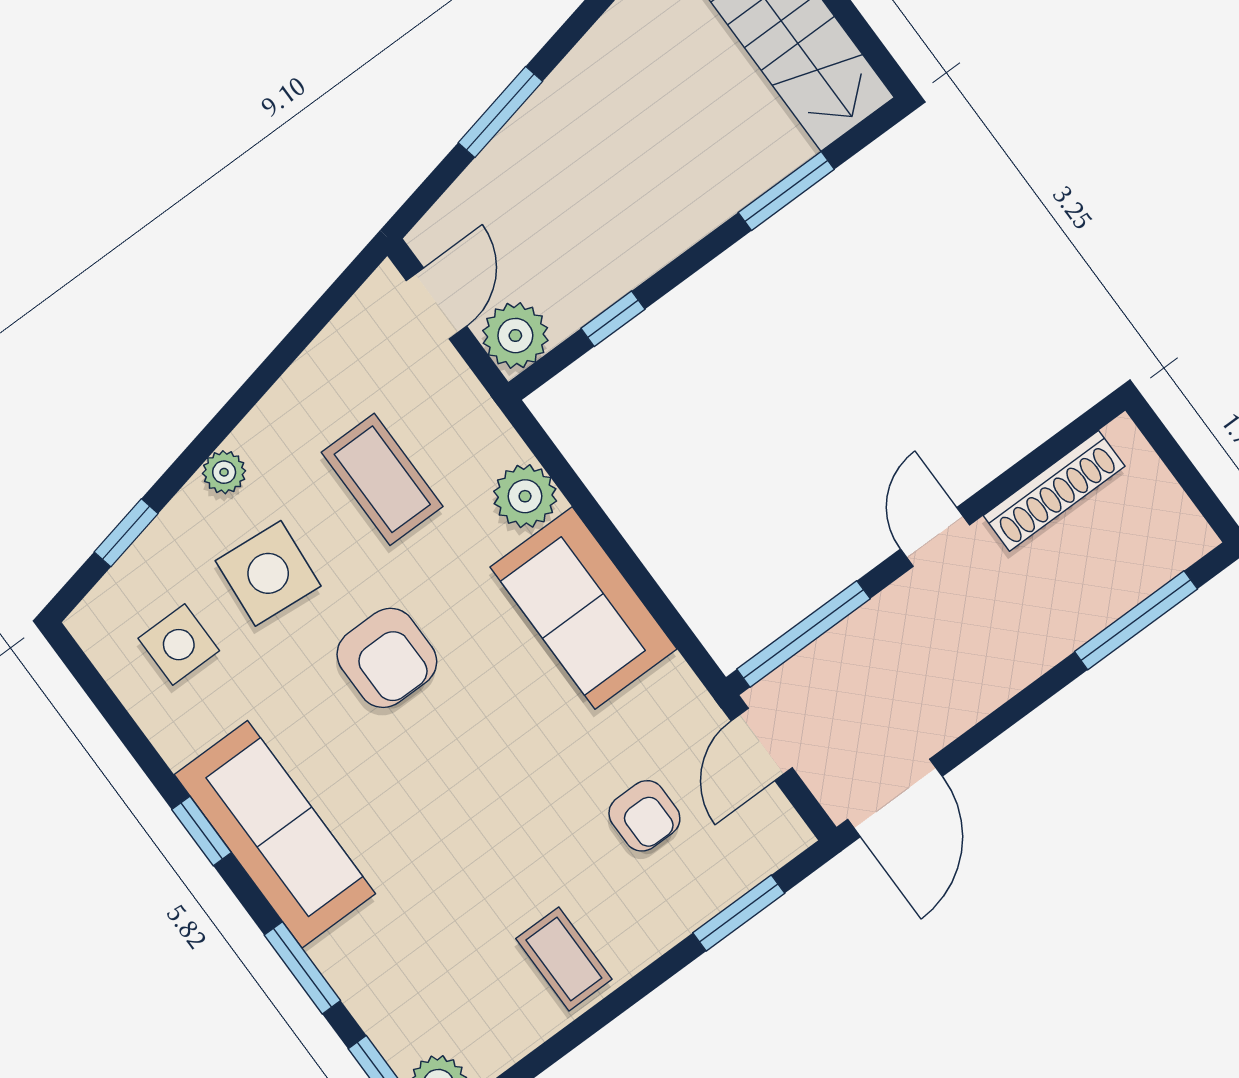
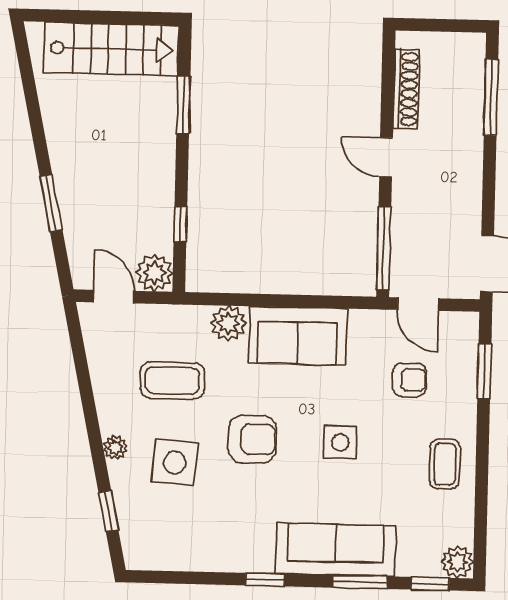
side table: (179, 645) -> (340, 442), moved
sofa: (275, 834) -> (336, 550), moved
coffee table: (564, 959) -> (445, 464), turned 90

